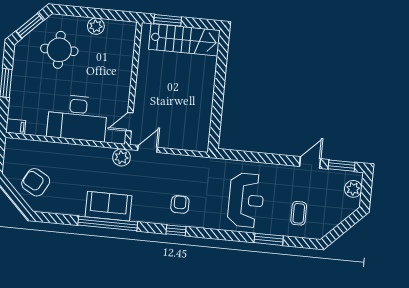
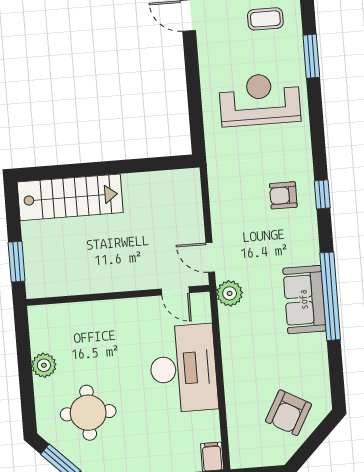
stairs: (184, 40) -> (70, 197), moved, turned 90

